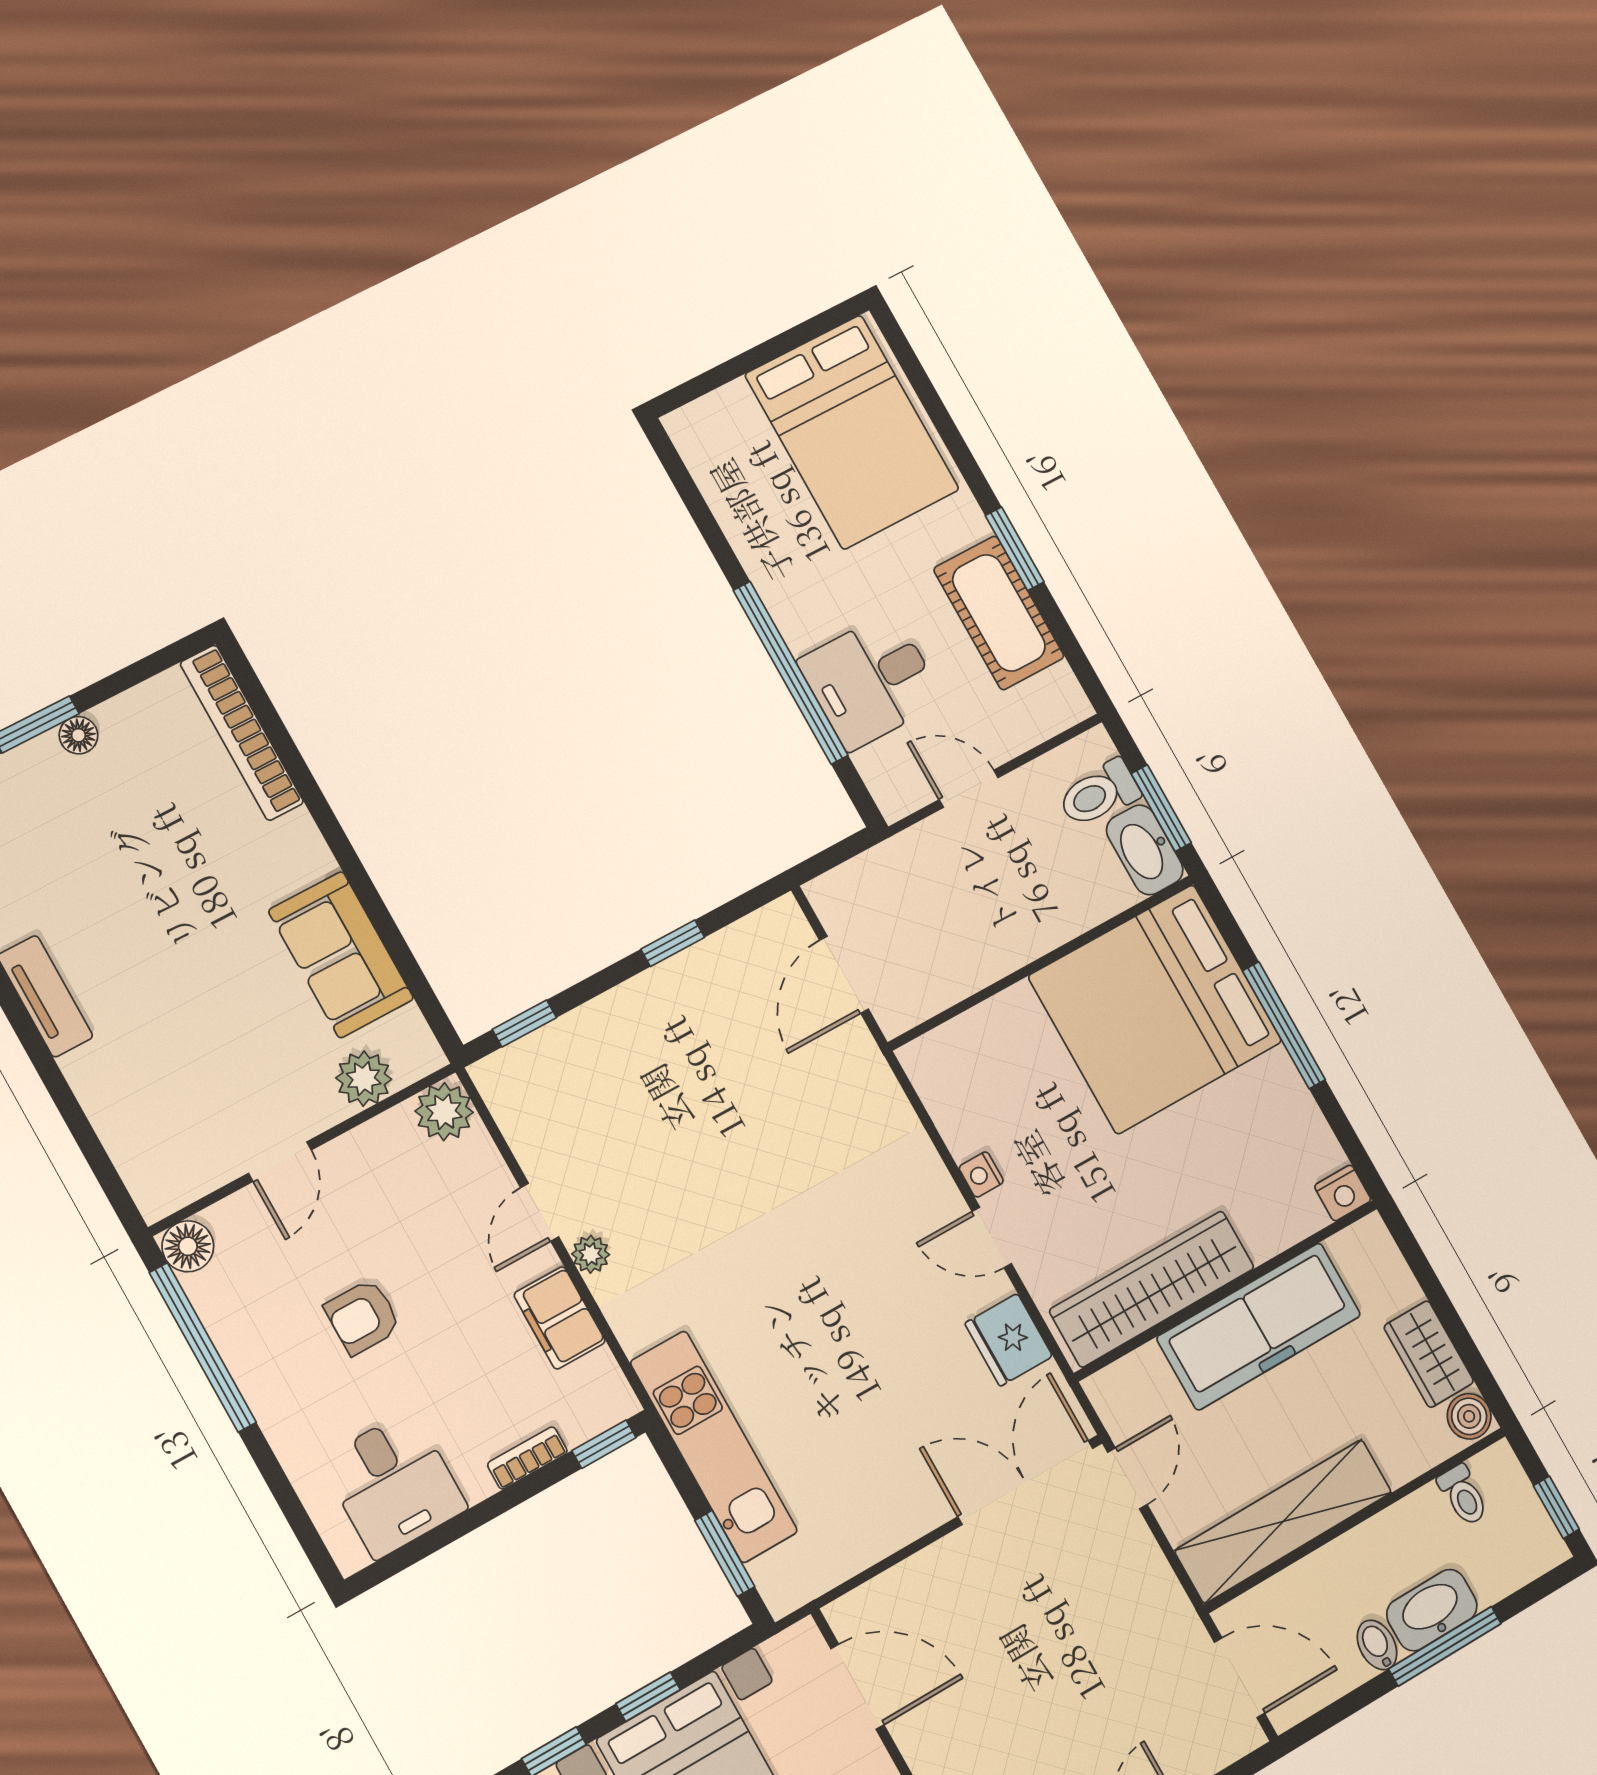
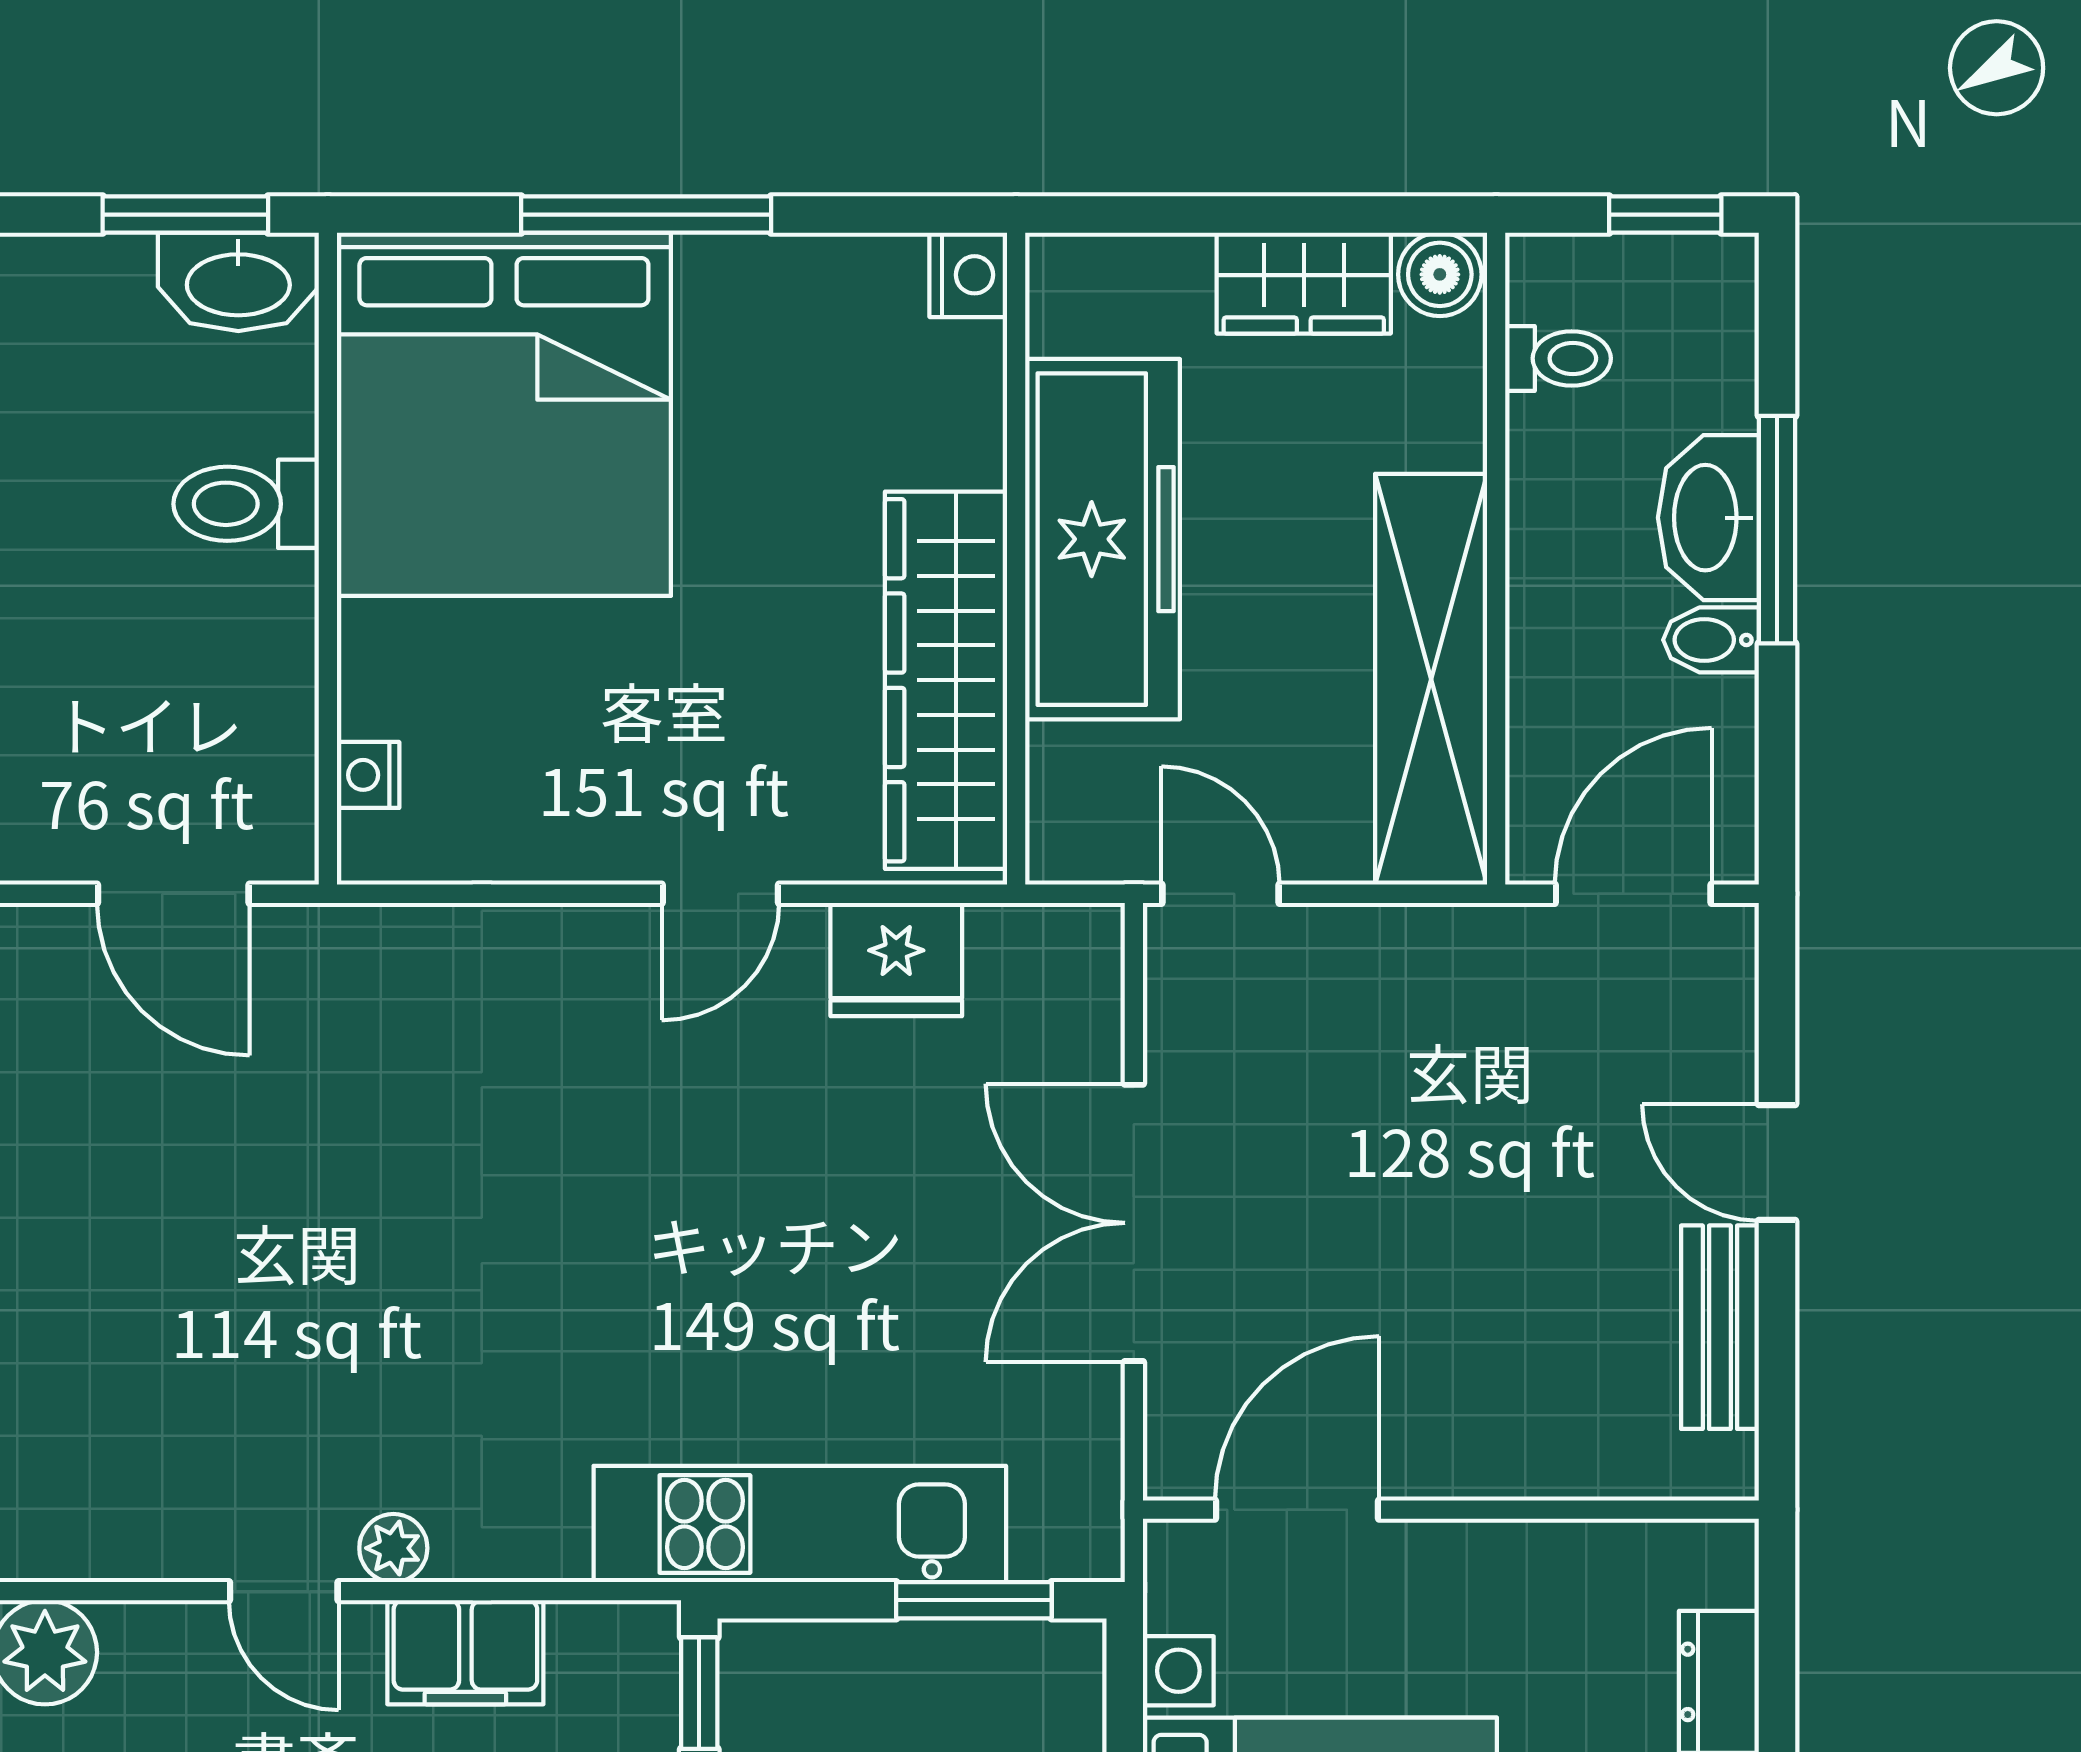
toilet: (1099, 794) -> (246, 504), moved, turned 90
nightstand: (981, 1174) -> (368, 775), moved, turned 90
double door: (1025, 1482) -> (1134, 1223), moved

